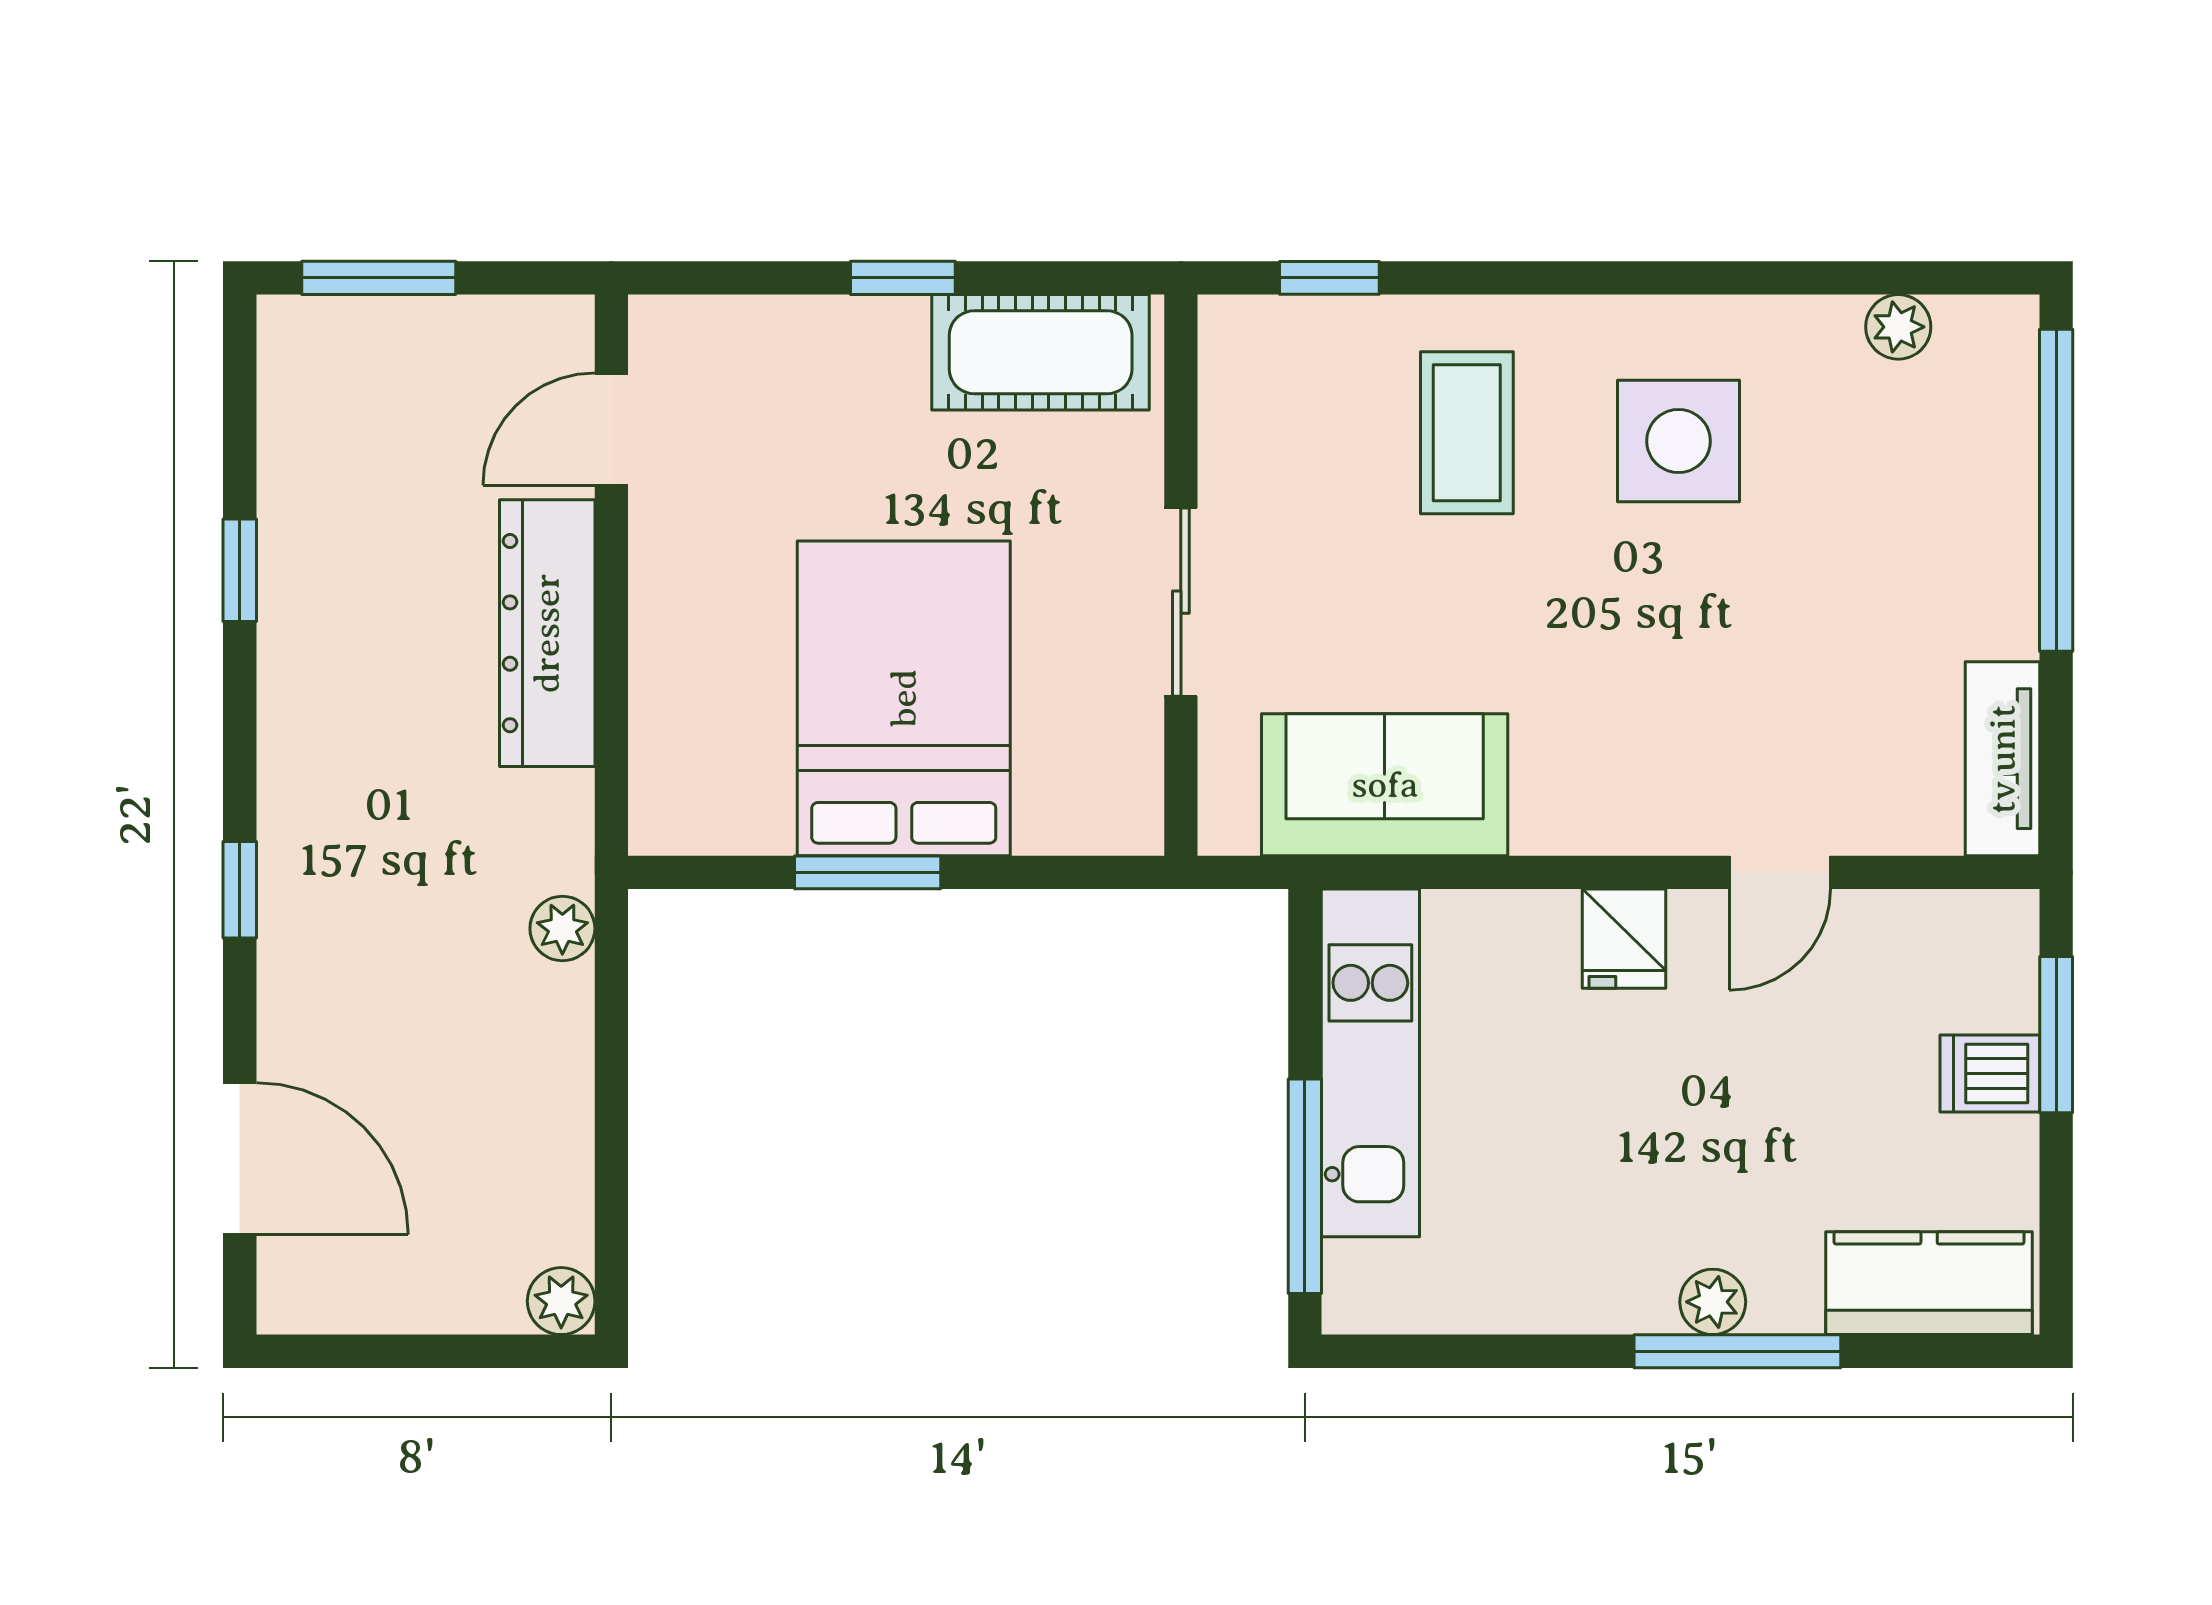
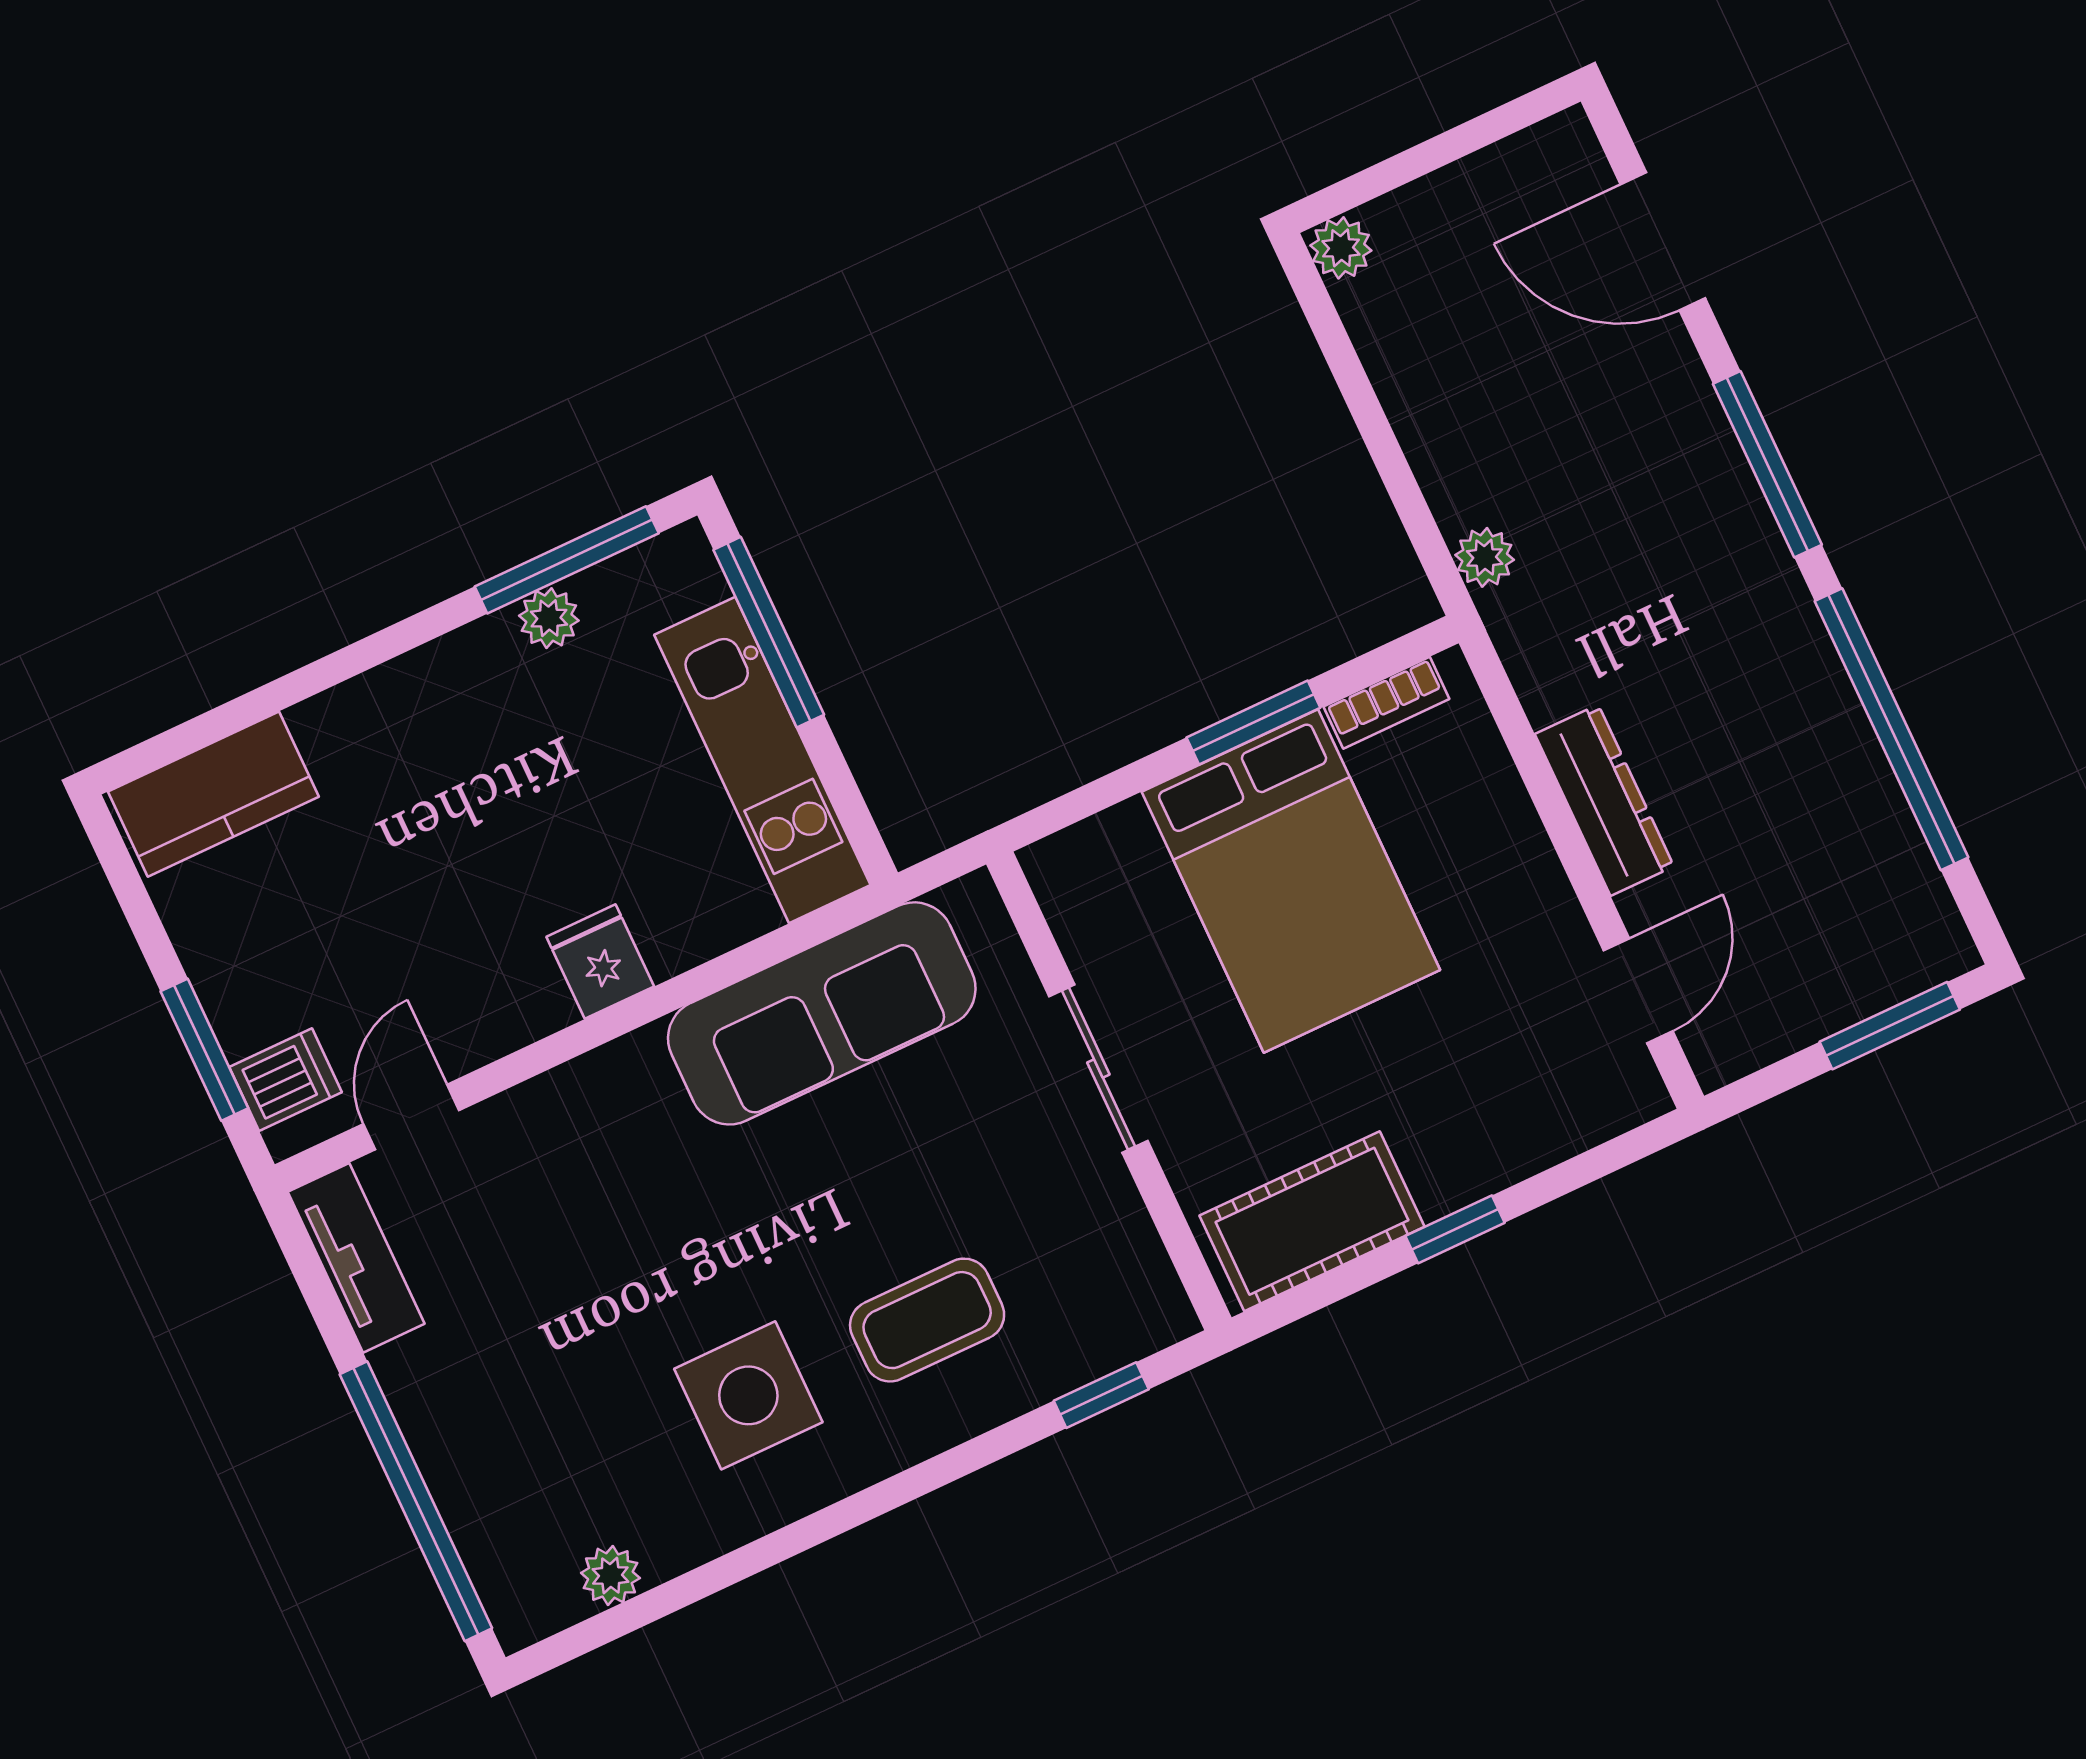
coffee table: (1467, 433) -> (927, 1320), turned 90
window: (240, 570) -> (1891, 729), width x3.17
dresser: (547, 633) -> (1604, 800), width x0.73, depth x0.80
sofa: (1385, 785) -> (822, 1013), width x1.36
bookcase: (727, 830) -> (1386, 703), added
door: (1780, 872) -> (411, 1117), moved
window: (240, 890) -> (1767, 464), width x2.17
dishwasher: (1990, 1074) -> (286, 1080), moved
plant: (1713, 1302) -> (549, 618), moved
window: (1737, 1351) -> (567, 560), moved

